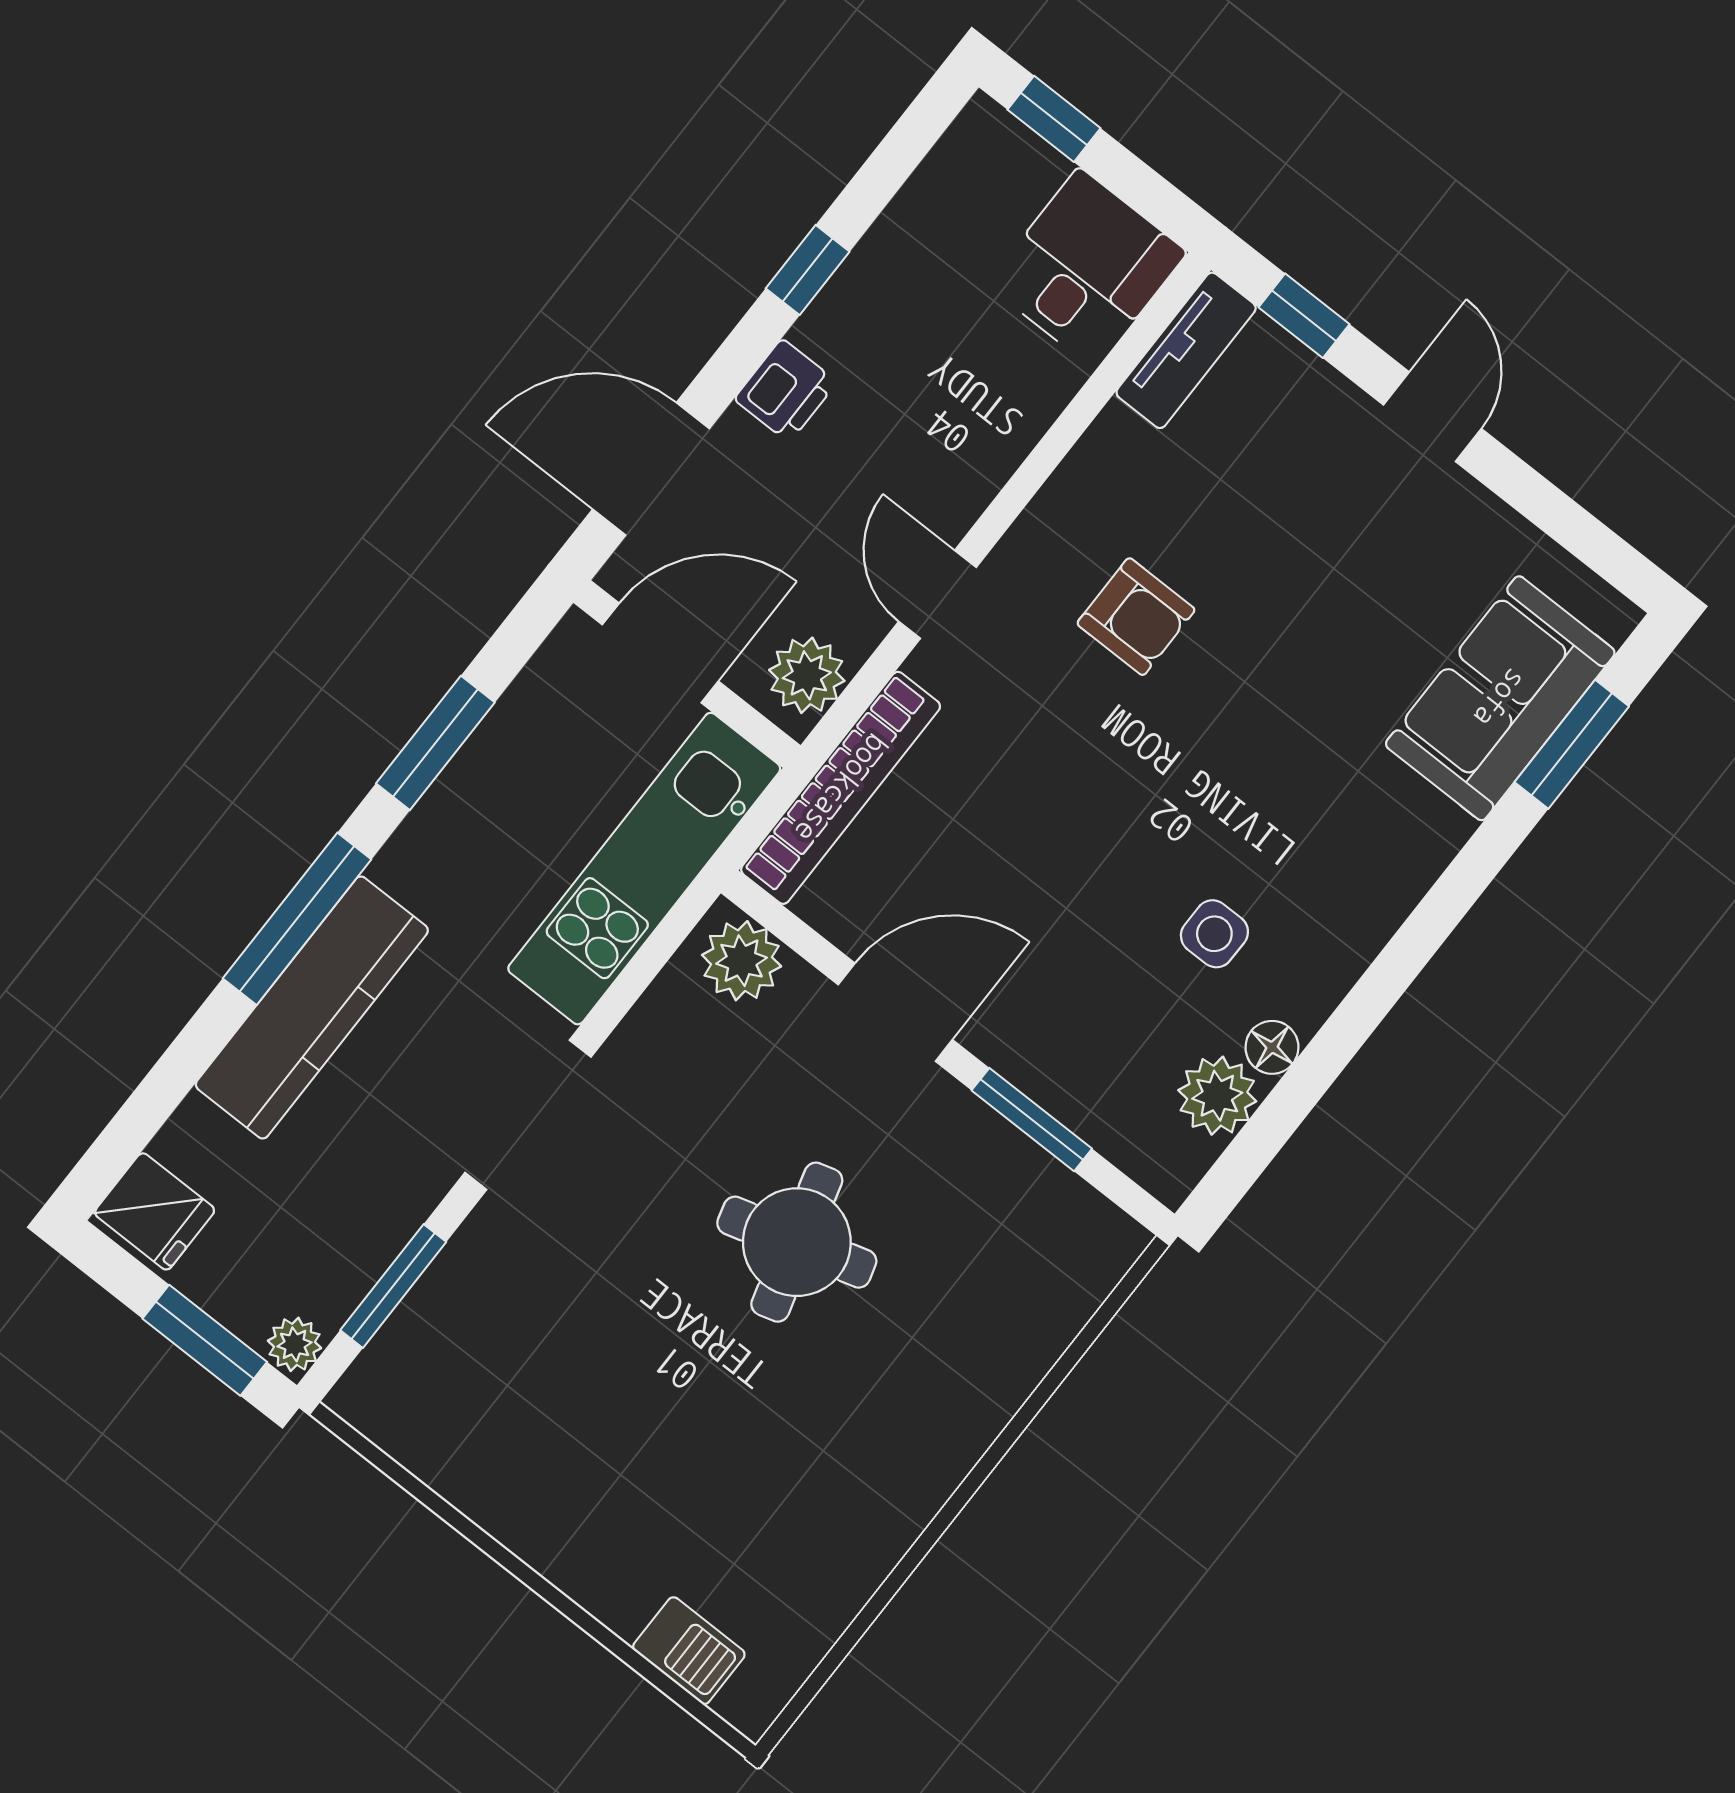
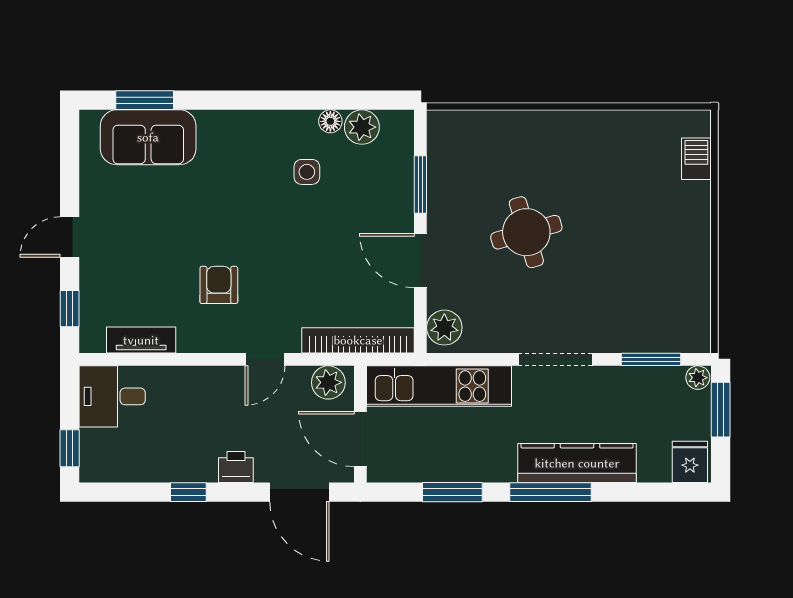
tv unit: (1186, 350) -> (141, 340), moved

